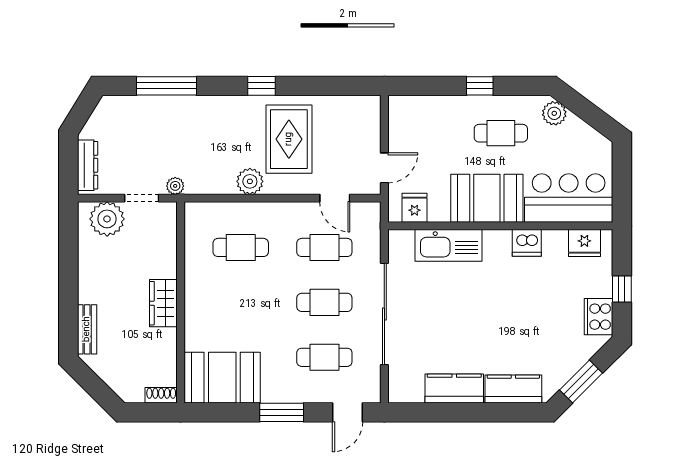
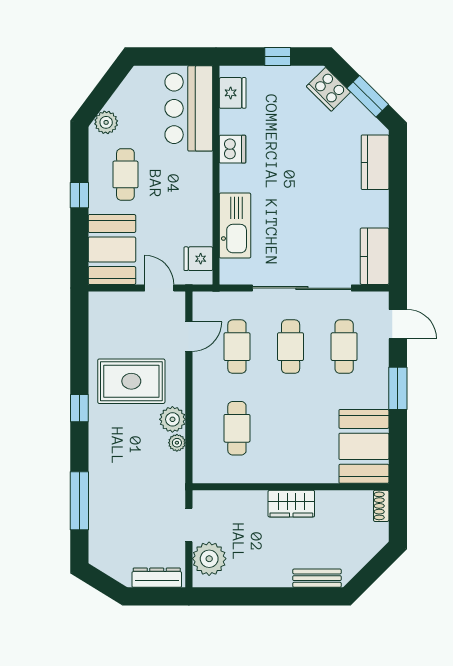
plant: (175, 186) -> (177, 443), moved
booth: (487, 198) -> (112, 250), moved
cooker: (598, 317) -> (328, 89), moved, turned 45
kitchen counter: (454, 389) -> (375, 256), moved

